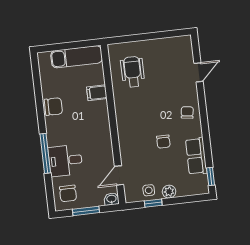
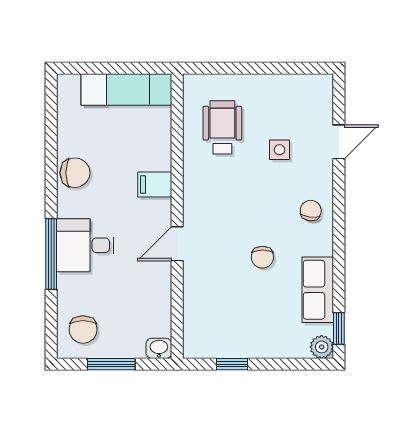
filing cabinet: (97, 93) -> (155, 184), moved
desk: (65, 161) -> (85, 245), moved
door: (119, 175) -> (177, 244), moved
side table: (149, 190) -> (279, 150), moved
plant: (169, 192) -> (322, 347), moved

